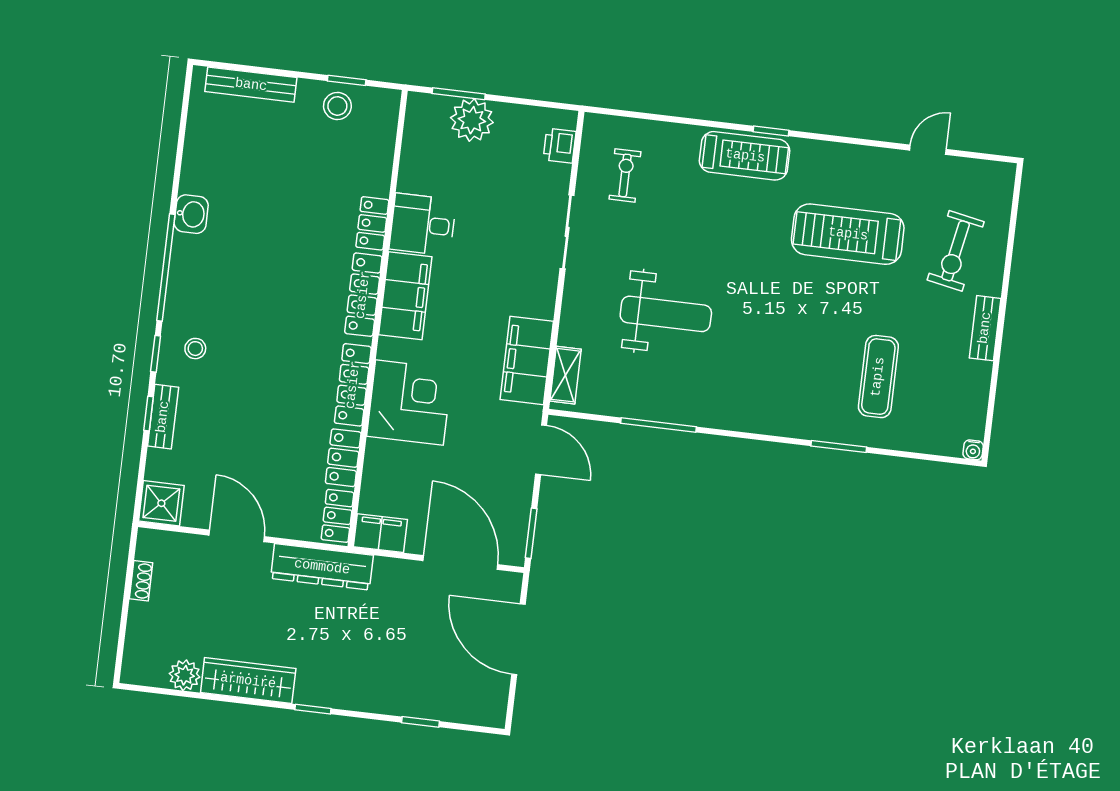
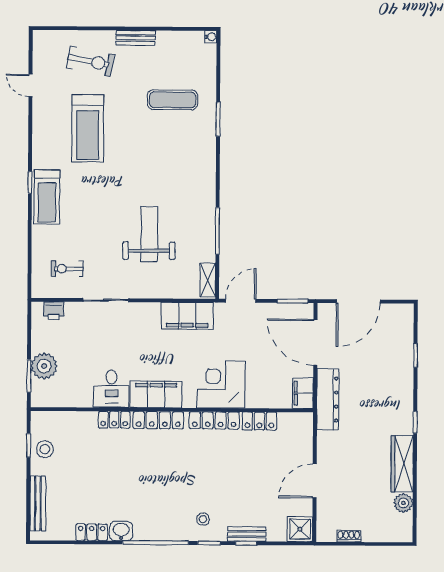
treadmill: (745, 156) -> (47, 197), turned 180
shelving: (566, 375) -> (208, 280), moved, turned 90
locker: (337, 516) -> (92, 532), moved, turned 180
door: (460, 563) -> (315, 342), hinge flipped
dresser: (322, 567) -> (328, 400), moved

